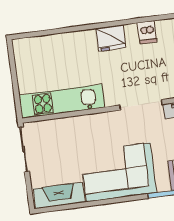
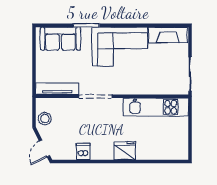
fridge: (111, 38) -> (125, 151), moved

